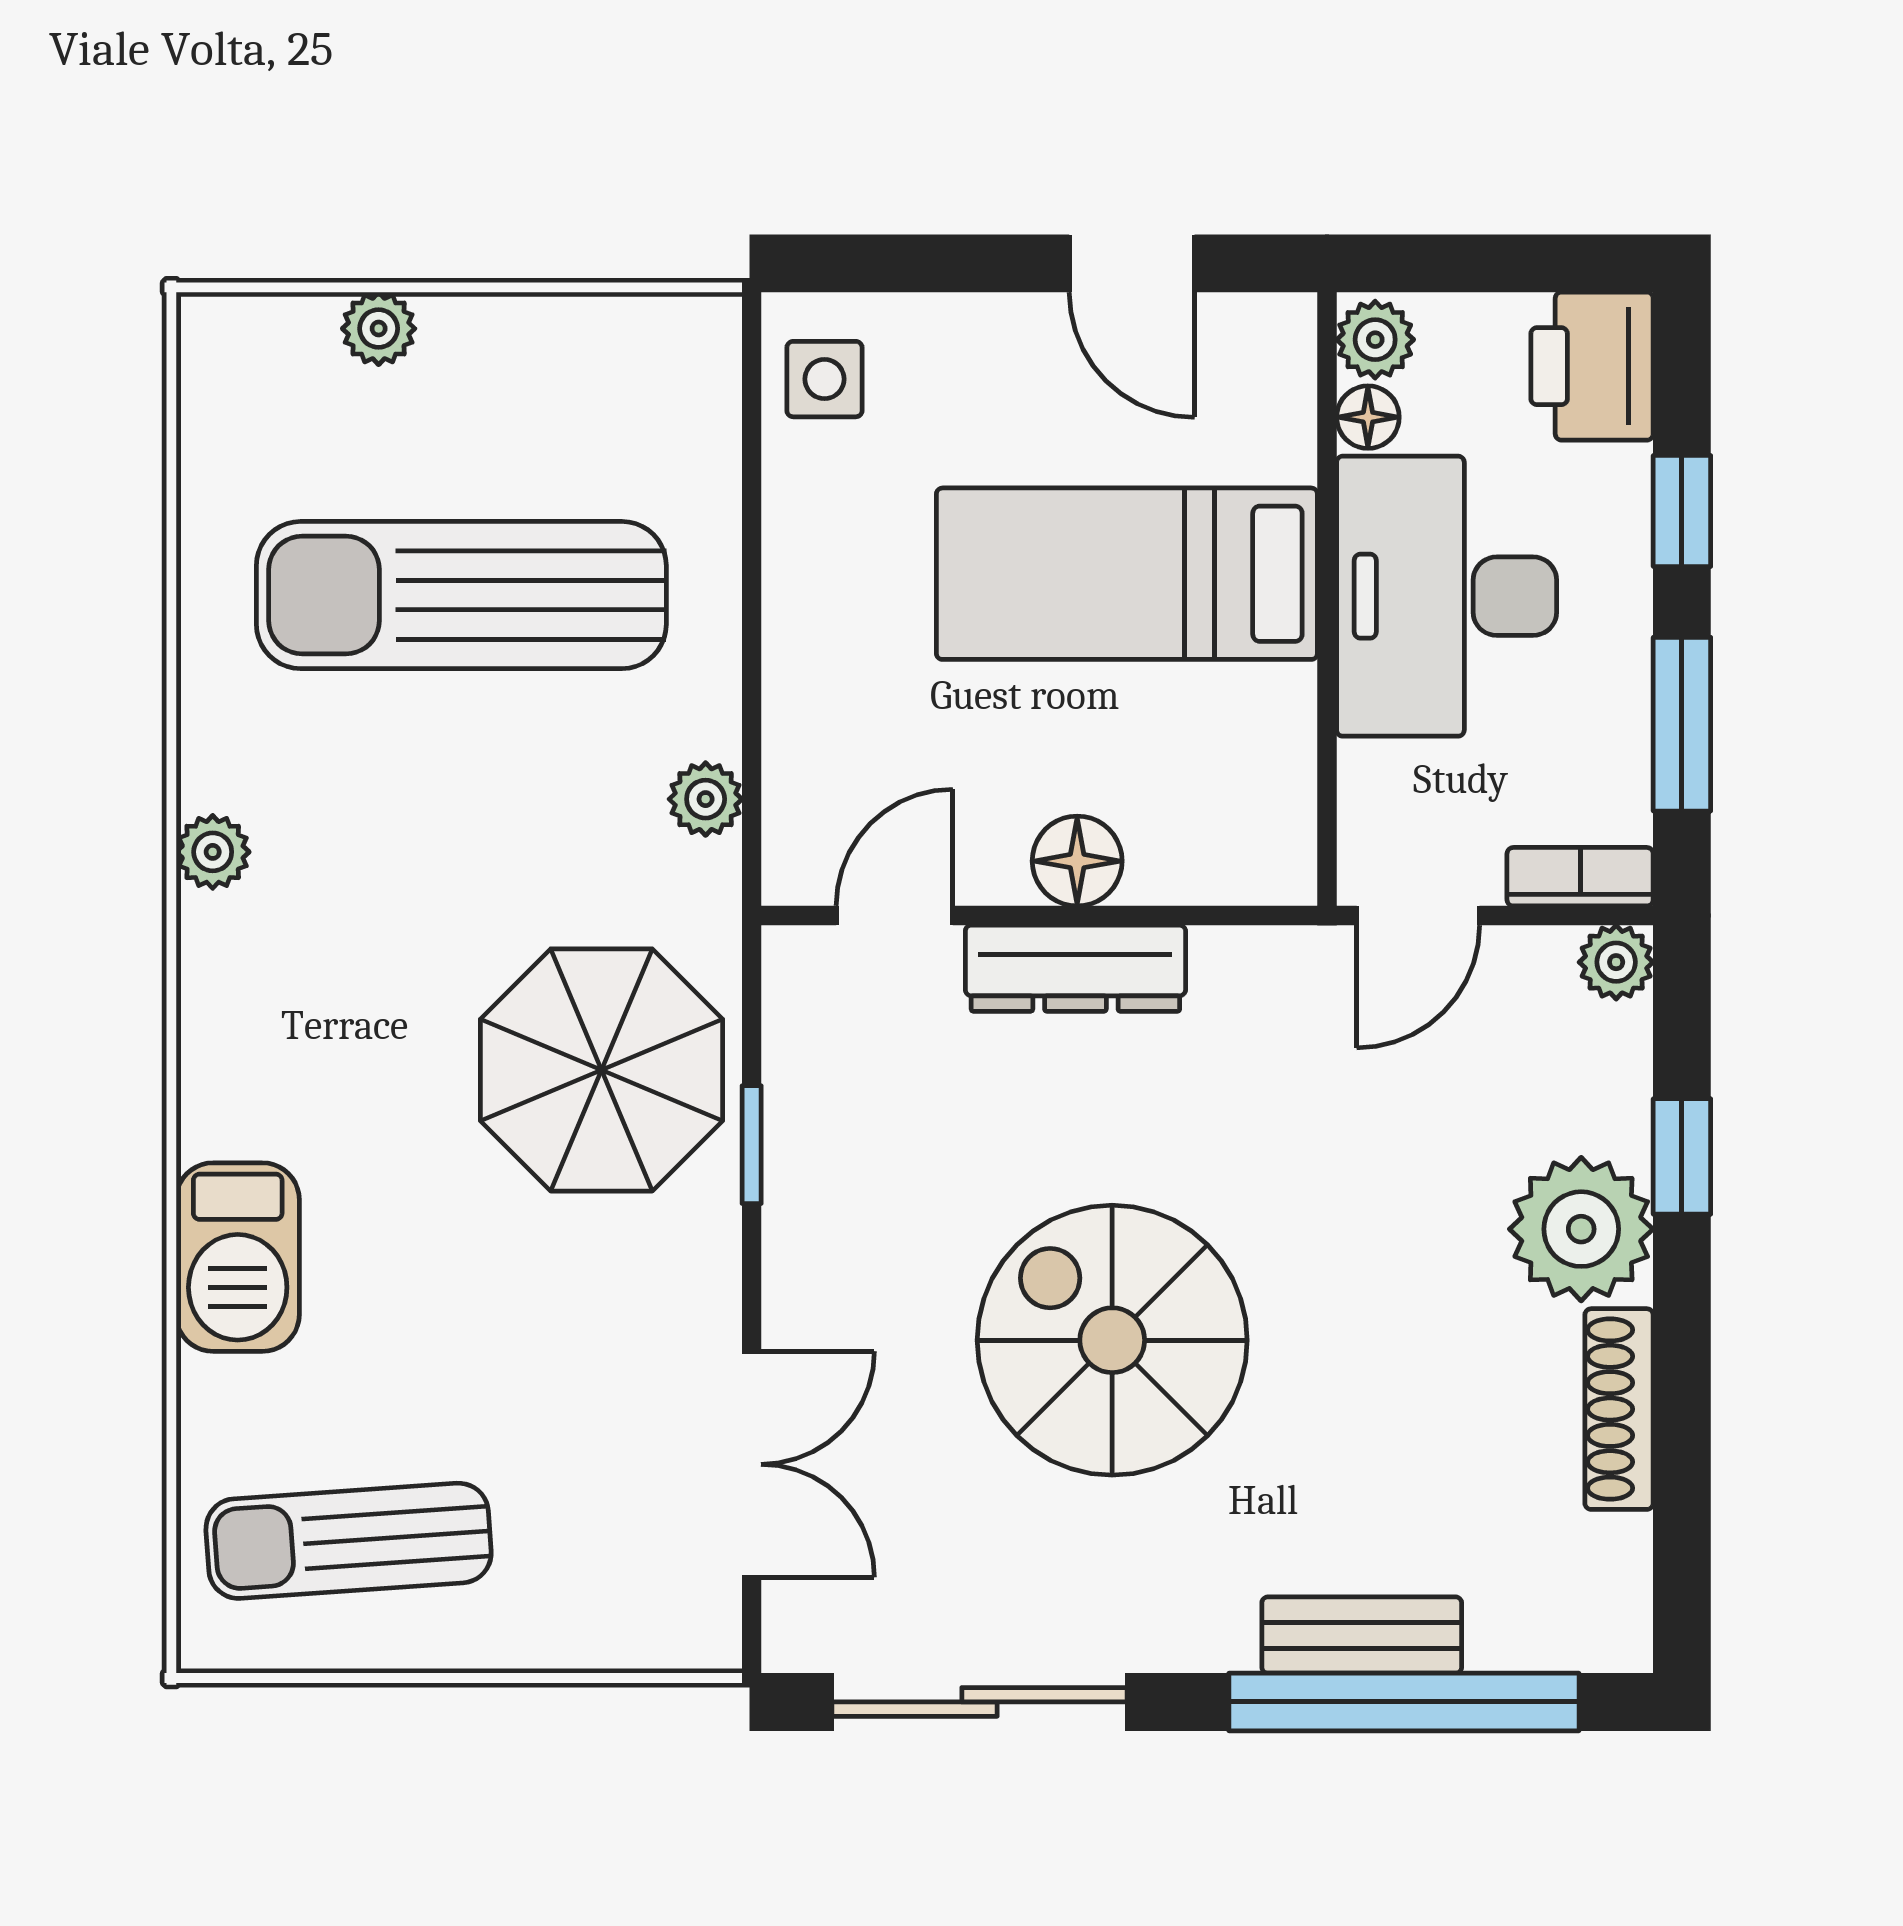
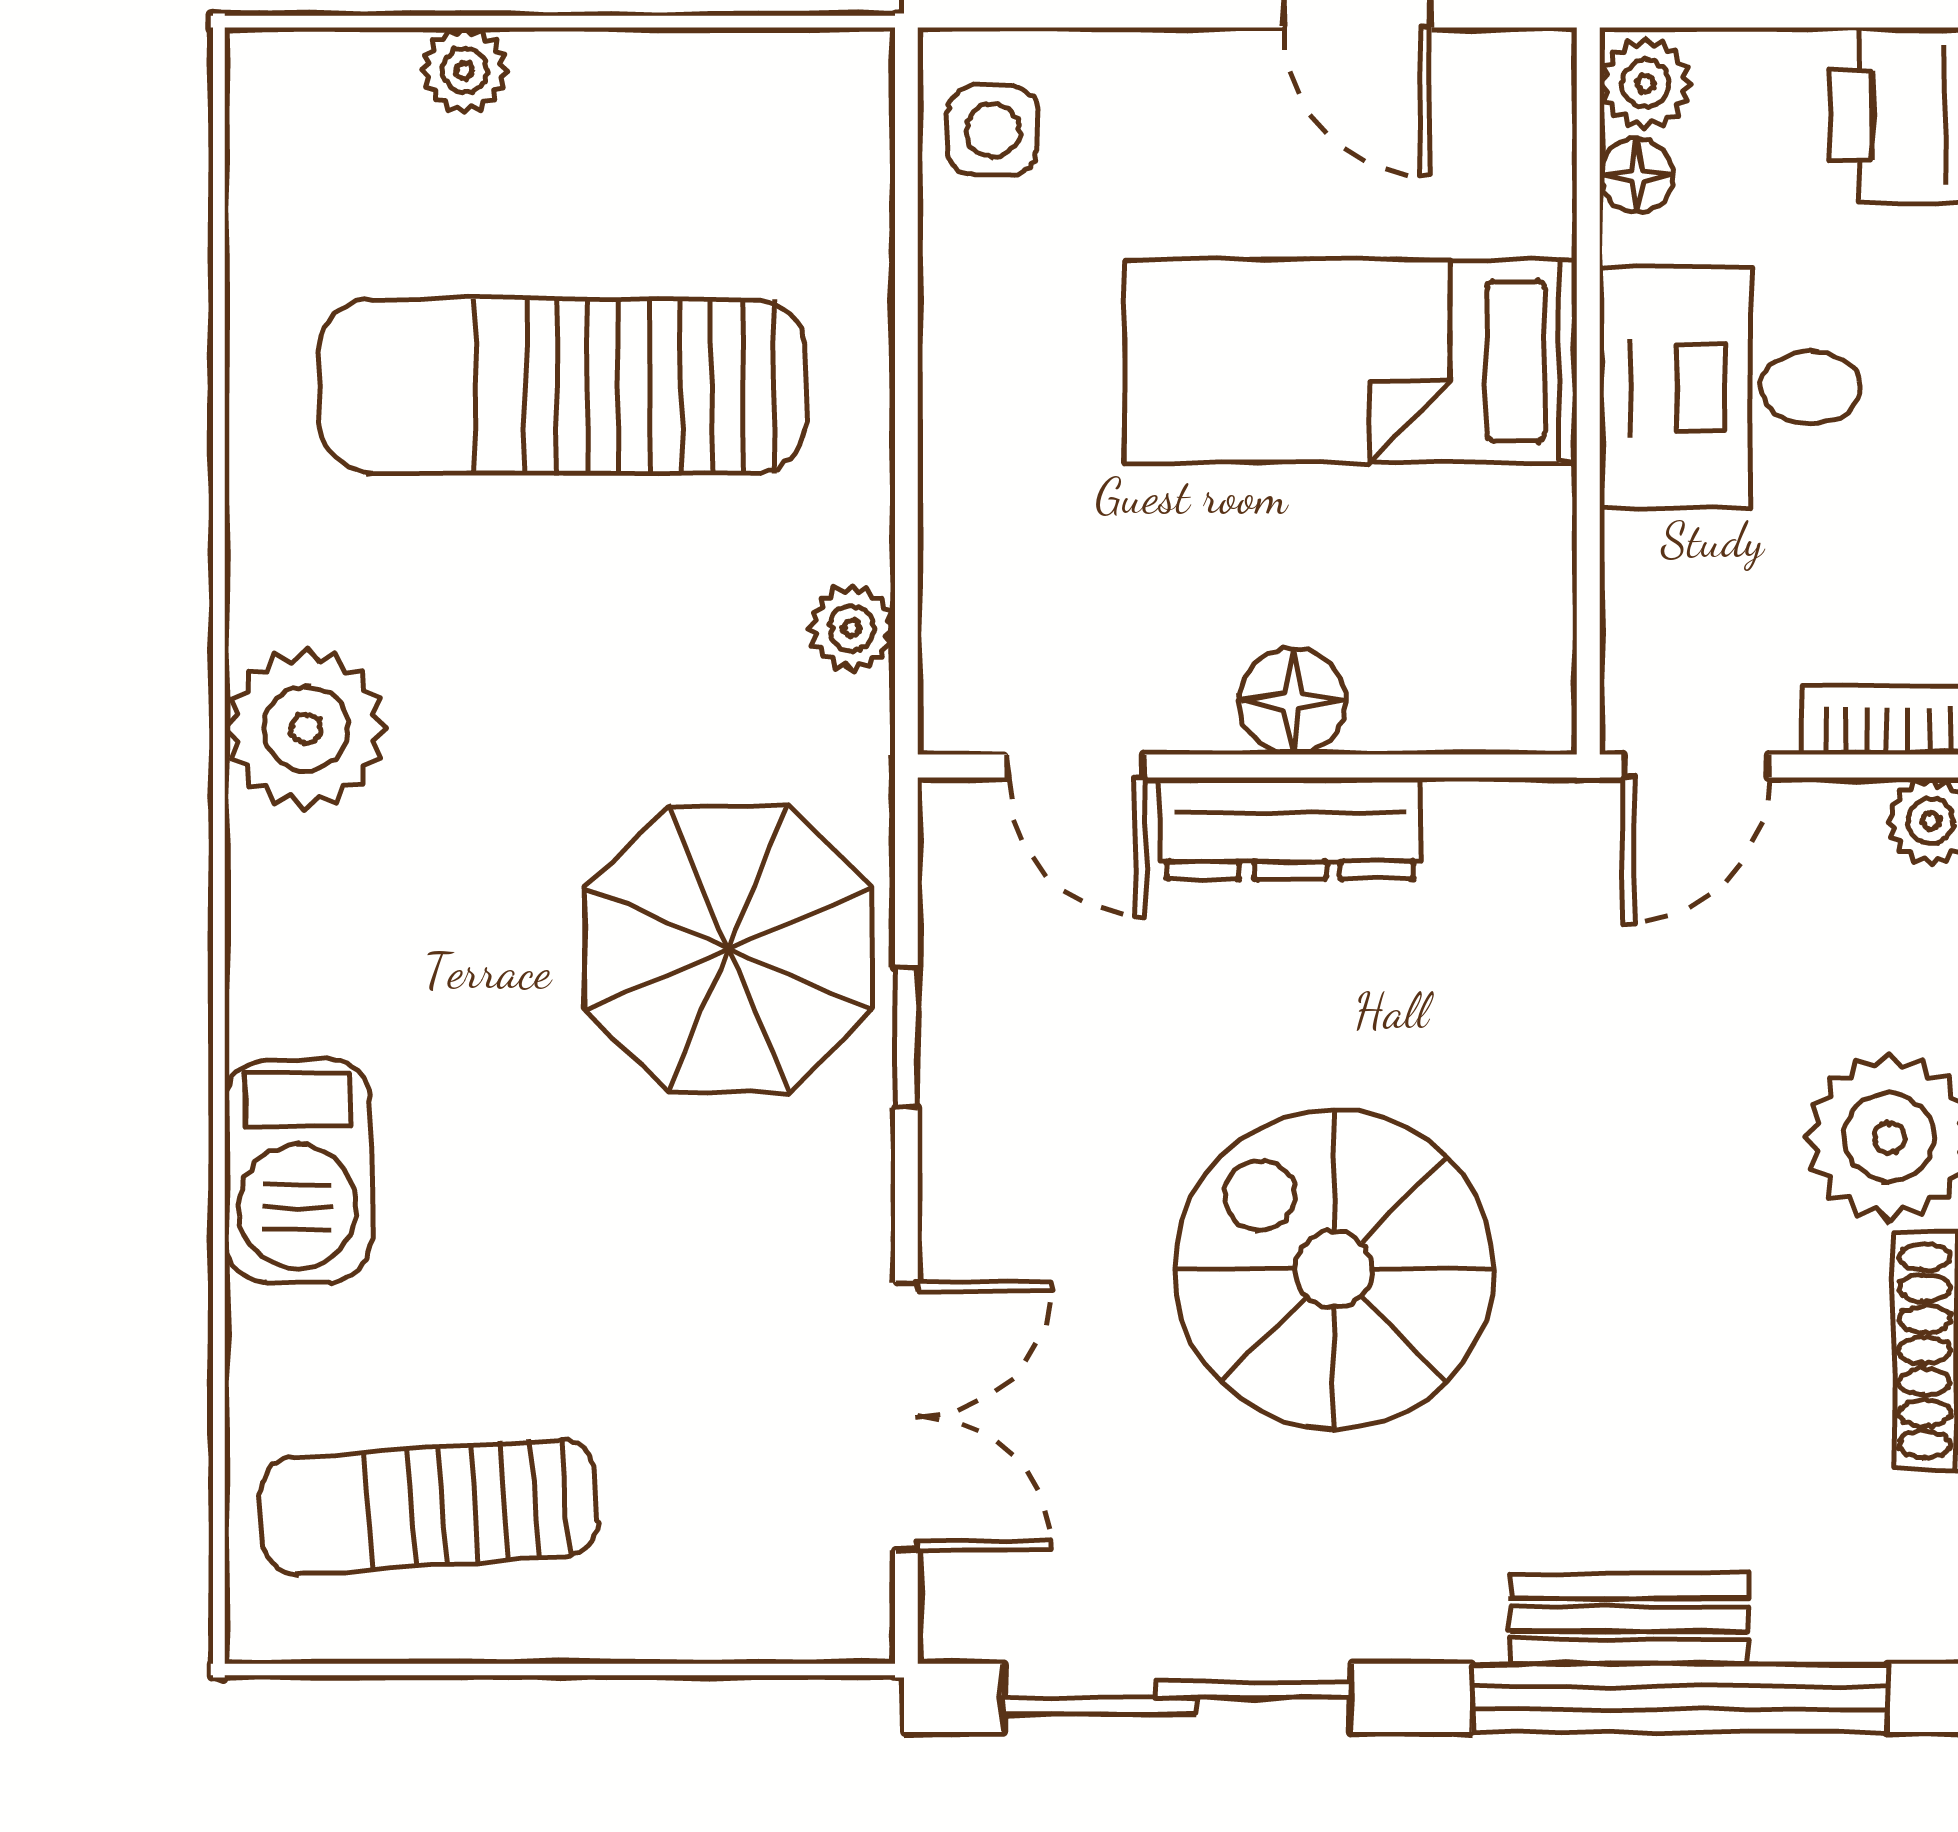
desk: (1447, 596) -> (1730, 388), width x0.73
plant: (213, 852) -> (306, 728), width x1.88, depth x1.88
door: (895, 916) -> (1076, 766), swing flipped

